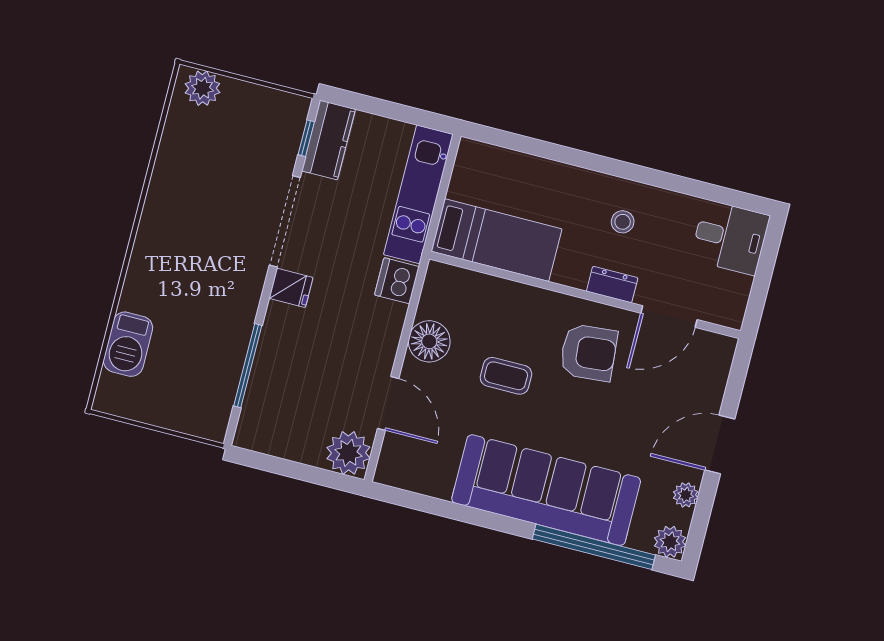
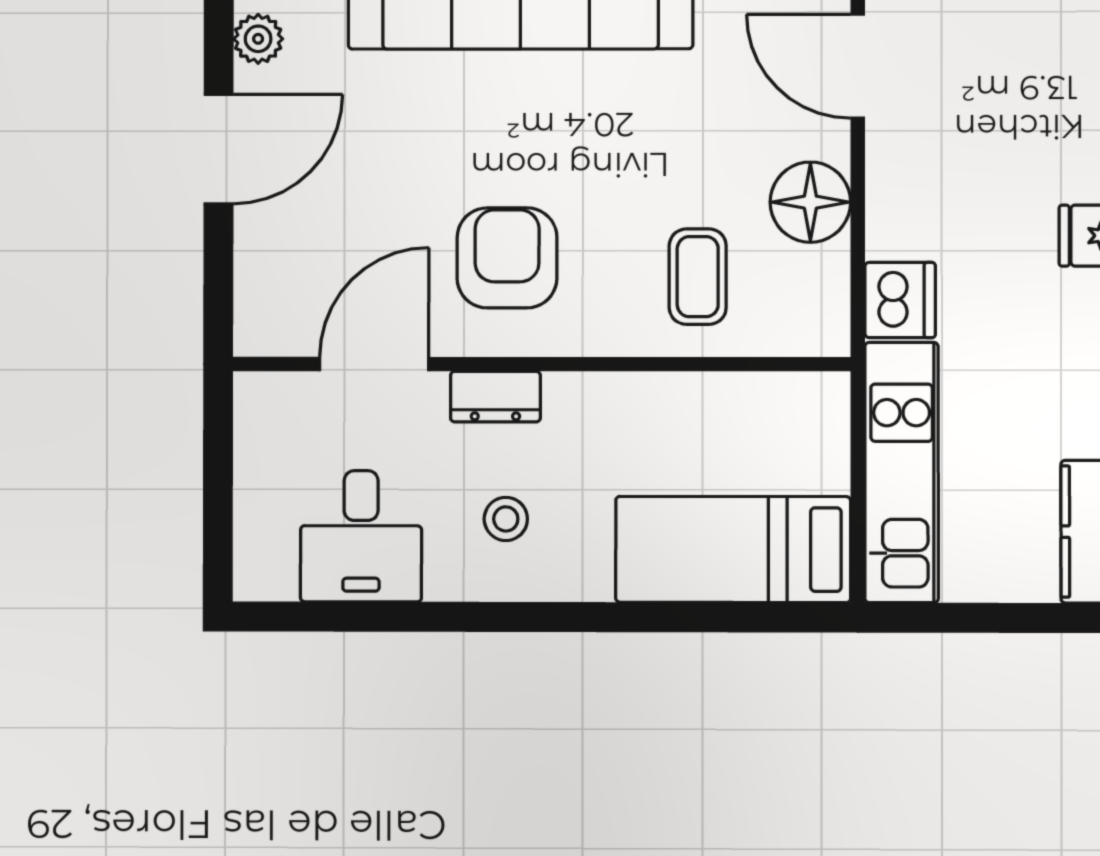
desk: (730, 238) -> (361, 536), moved, turned -90
bed: (496, 240) -> (733, 549), moved
armchair: (589, 353) -> (507, 258), turned 95
coffee table: (506, 376) -> (698, 277), moved, turned 90

